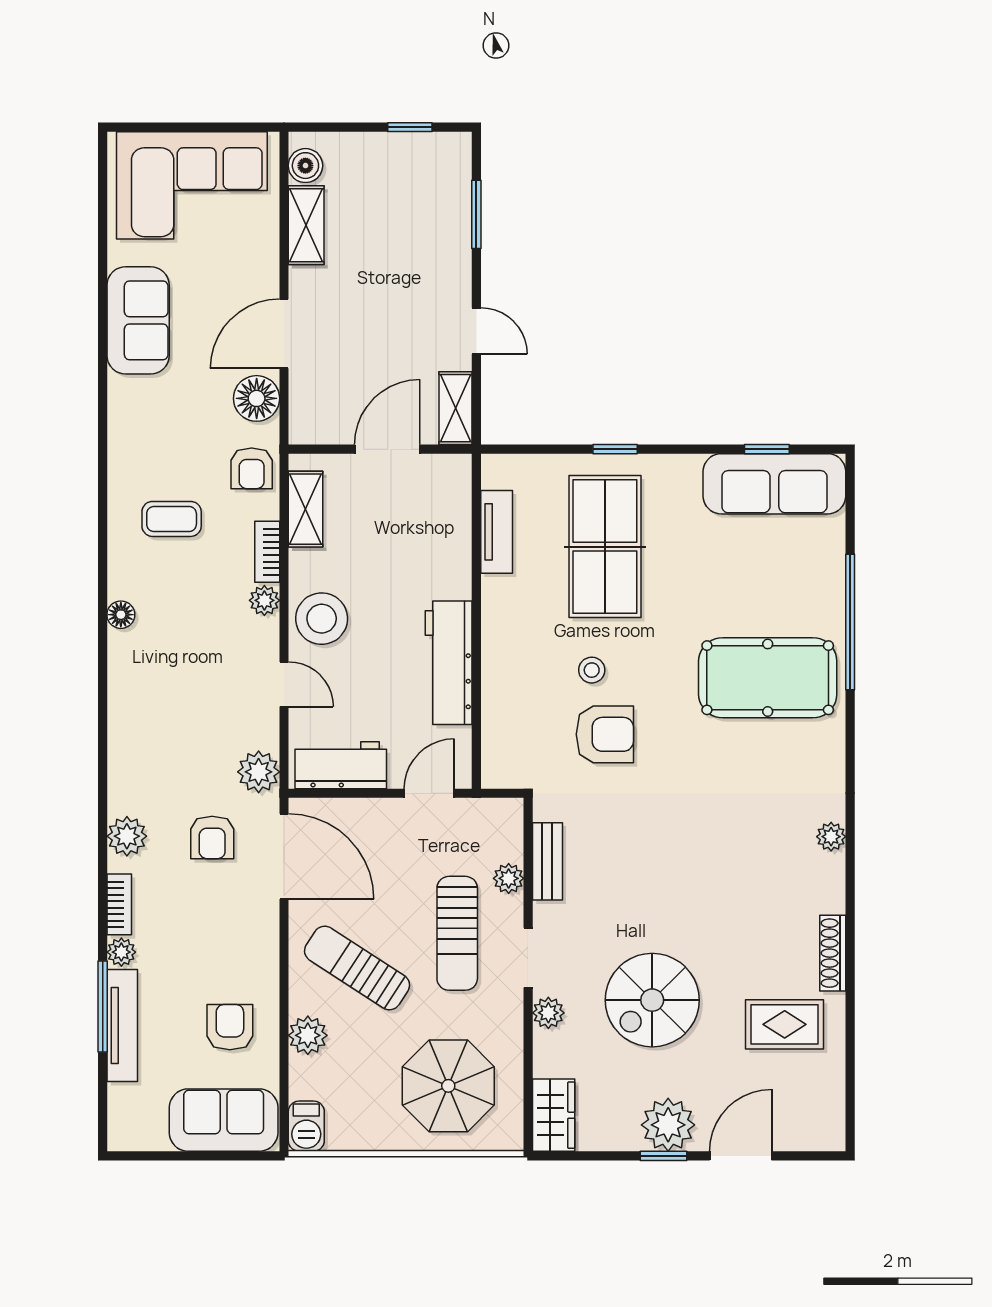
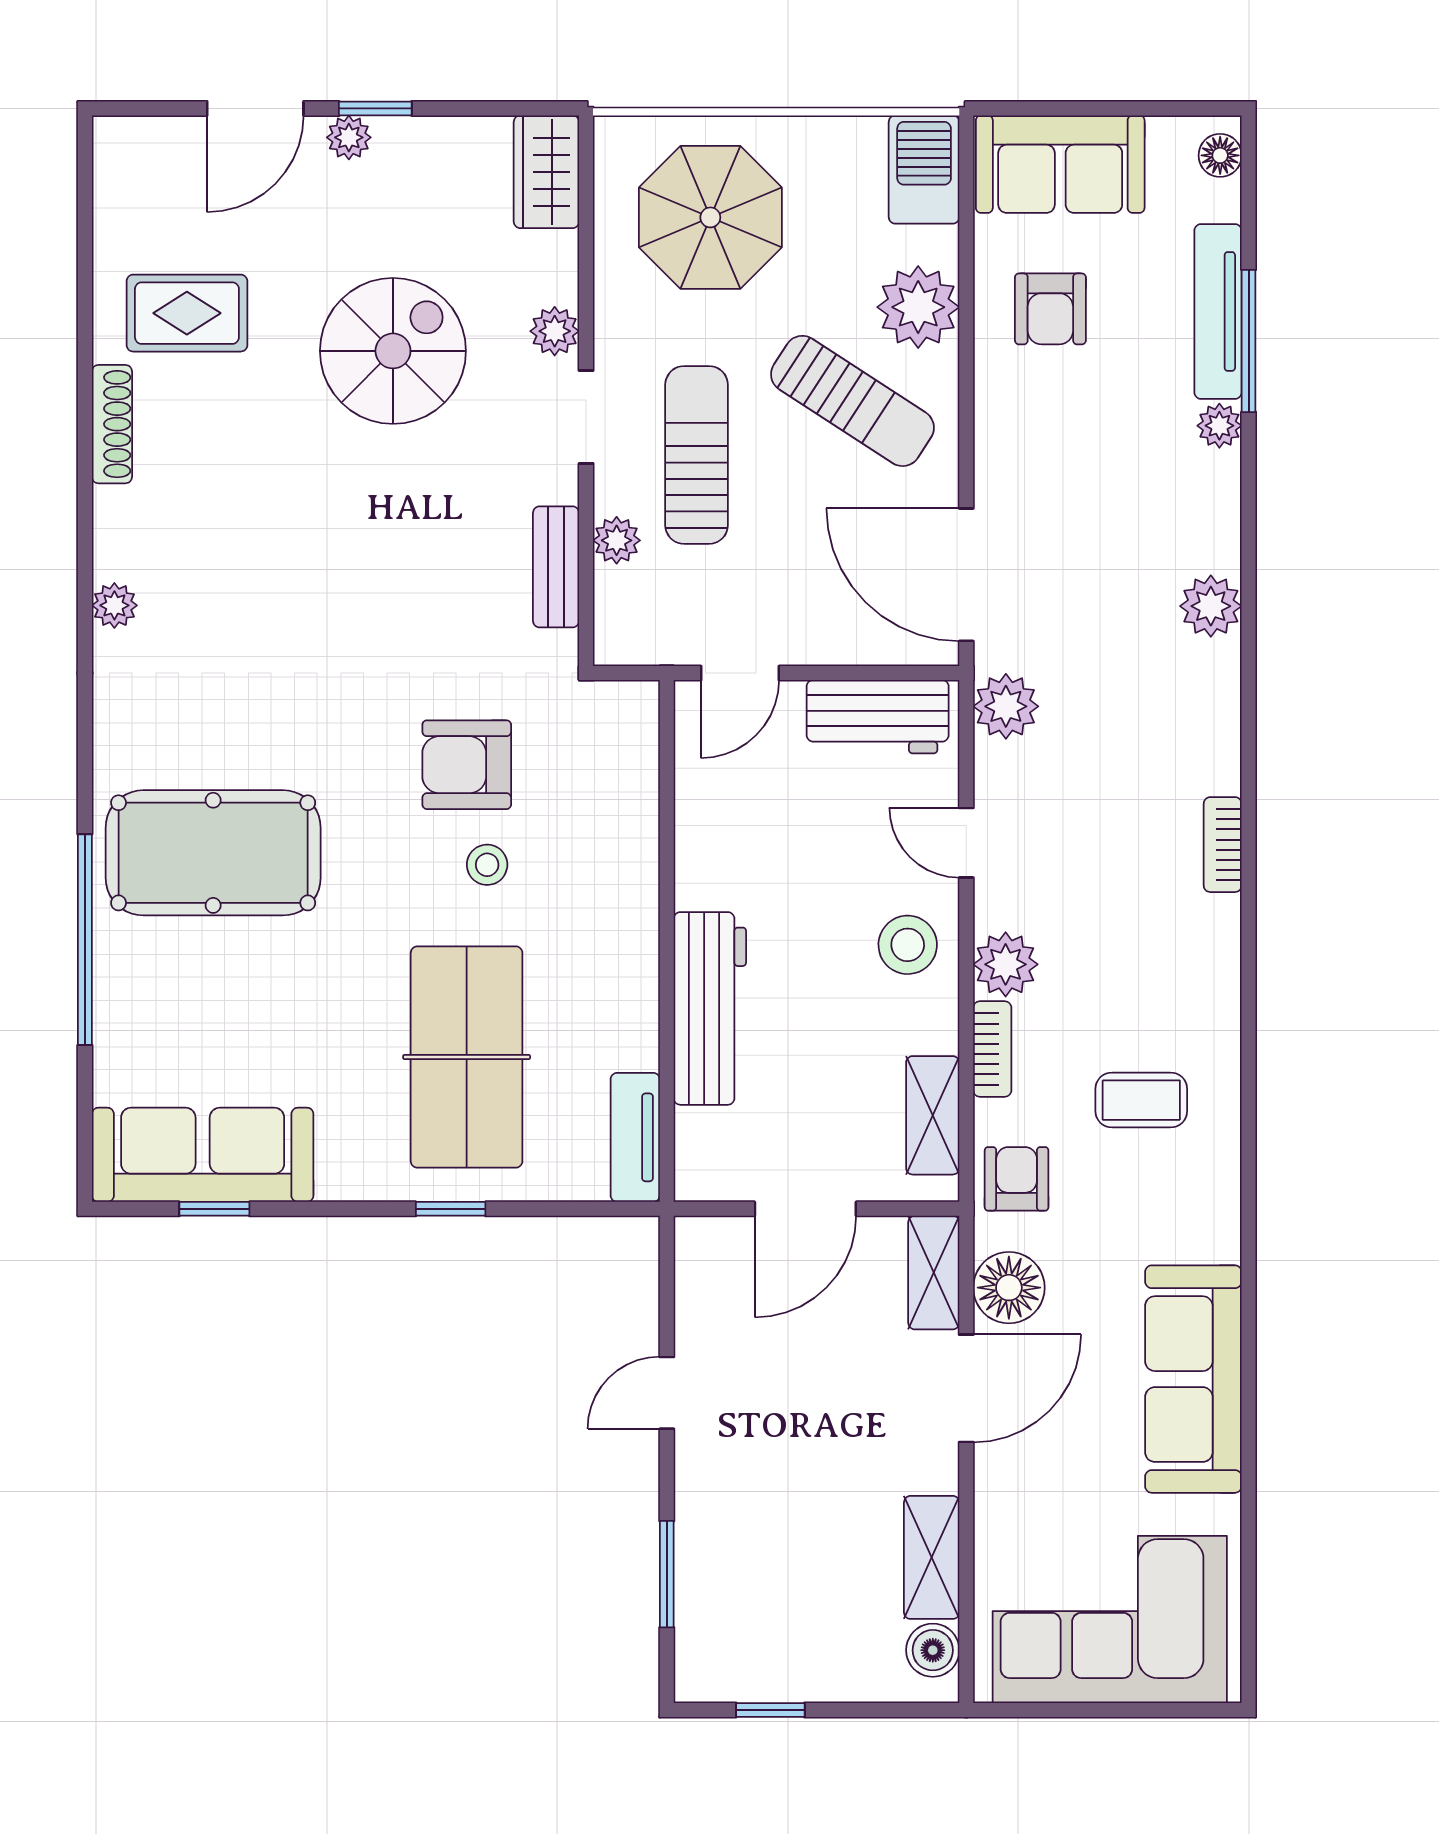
sofa: (138, 320) -> (1193, 1379), width x1.36
door: (476, 331) -> (667, 1393), hinge flipped
shelving: (455, 408) -> (934, 1273), moved
tv unit: (497, 532) -> (635, 1137), moved
plant: (264, 600) -> (1006, 964), width x1.38, depth x1.38
floor lamp: (121, 615) -> (1220, 155), moved
stool: (322, 619) -> (908, 945), width x0.73, depth x0.73
workbench: (449, 663) -> (710, 1008), moved
armchair: (212, 837) -> (1078, 604), removed
bookcase: (119, 904) -> (1223, 845), moved
plant: (308, 1035) -> (918, 307), width x1.36, depth x1.36
plant: (668, 1125) -> (349, 137), width x0.53, depth x0.53
barbecue: (306, 1126) -> (924, 170), width x1.38, depth x1.27

